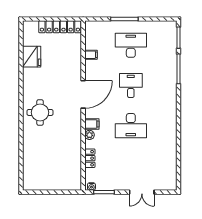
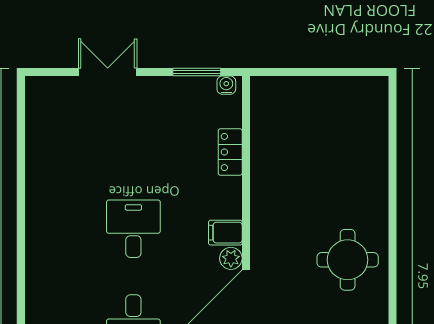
desk: (131, 126) -> (133, 229), width x0.73
plant: (89, 135) -> (231, 258), moved

